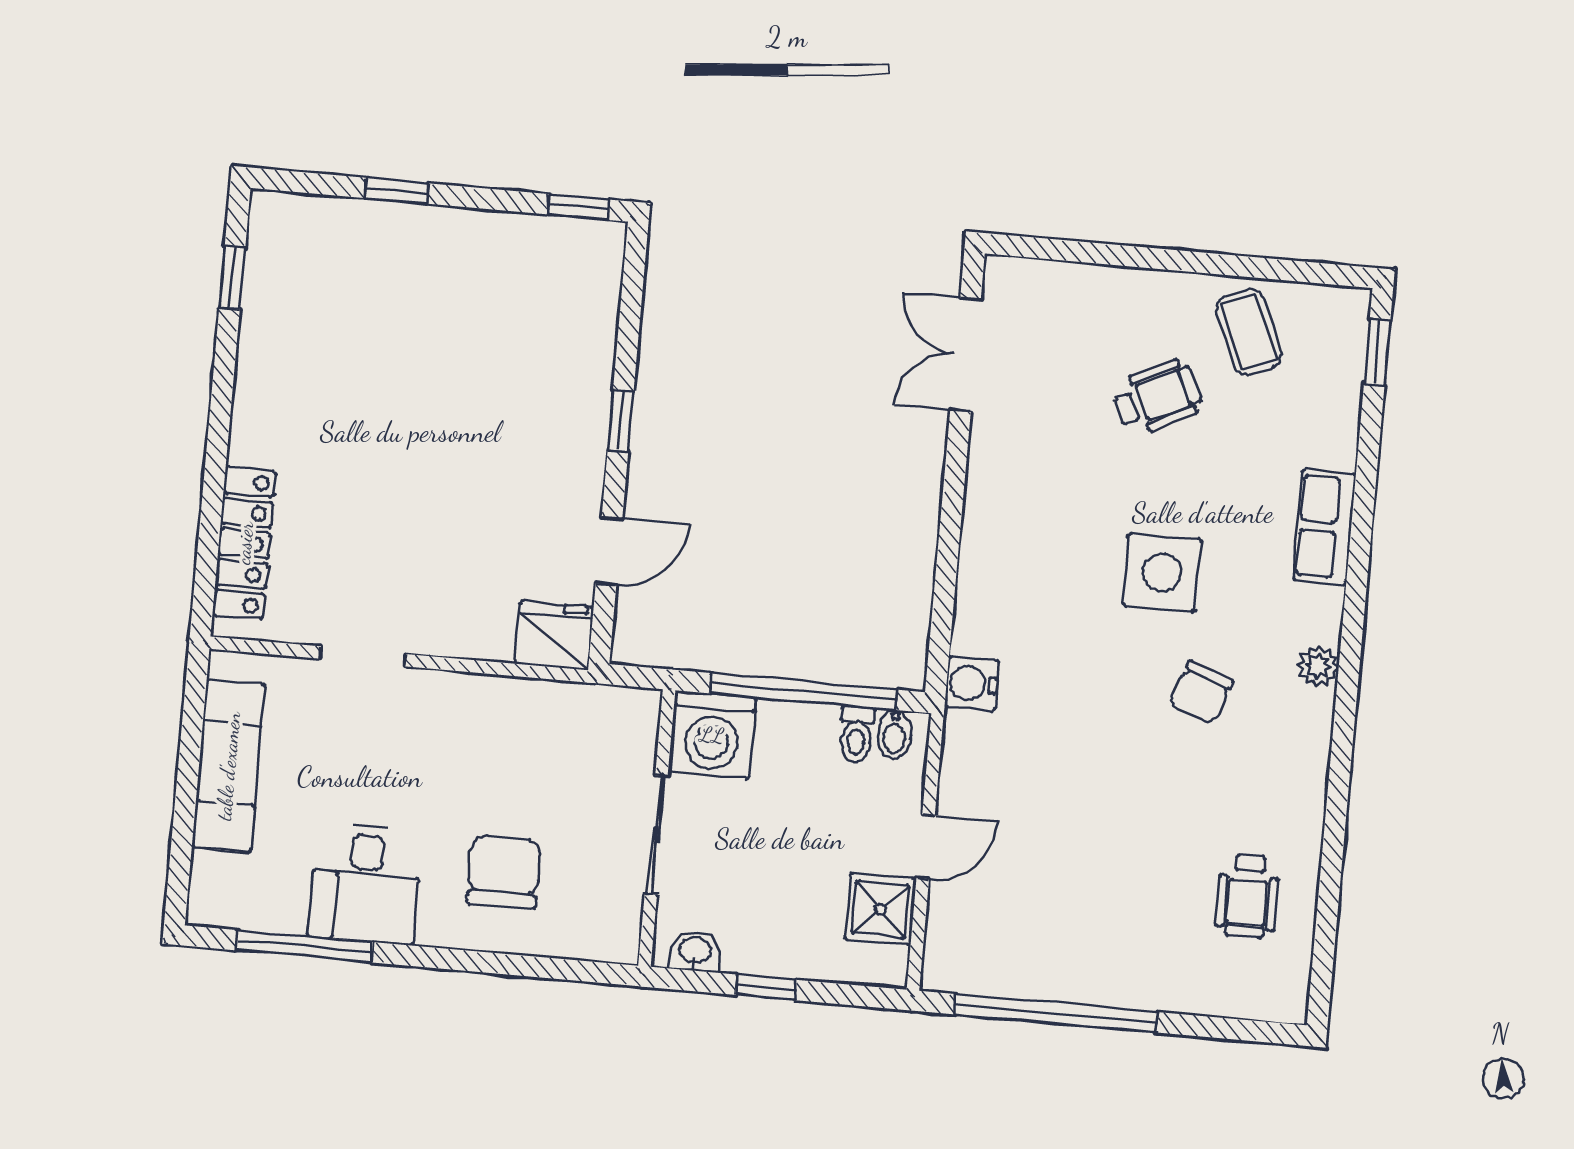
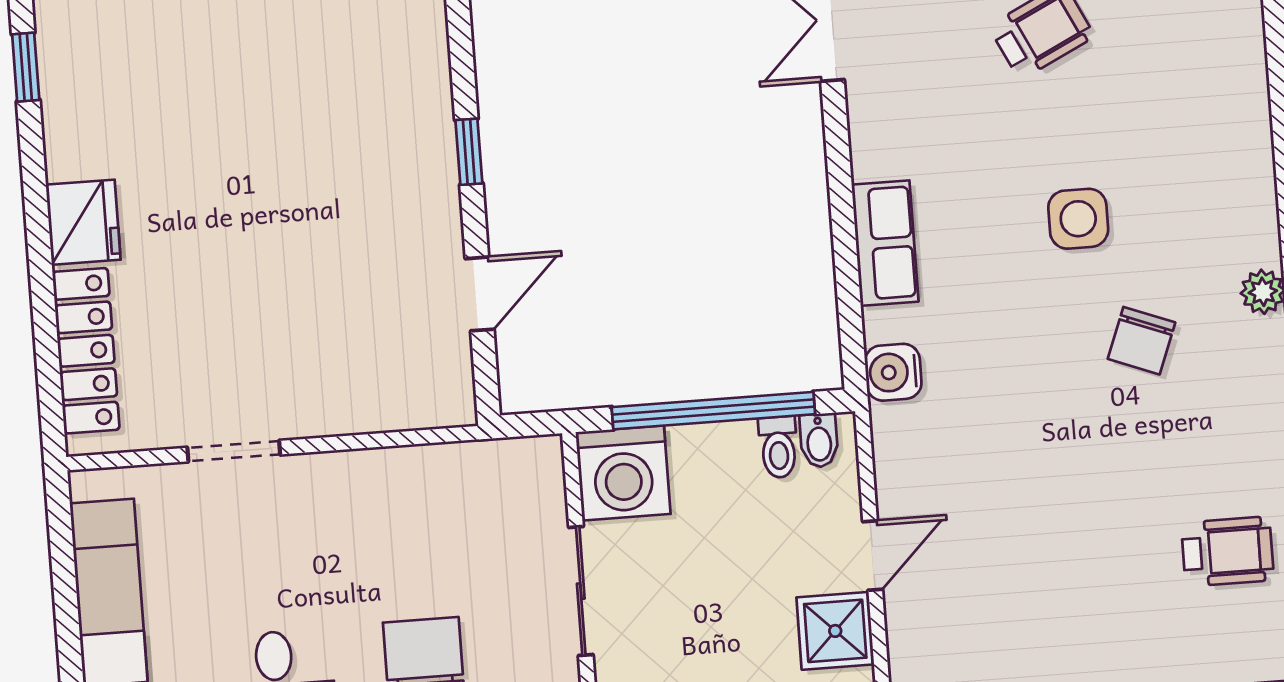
row of seats: (1325, 527) -> (885, 243), moved, turned 180
side table: (1162, 573) -> (1078, 219), width x0.73, depth x0.73
fridge: (554, 635) -> (83, 222), moved, turned 90
wheelchair: (1247, 896) -> (1227, 551), turned -90

